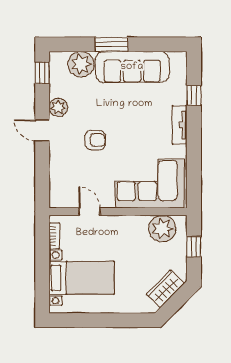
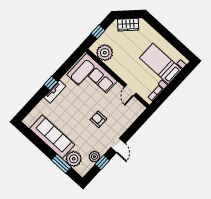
window: (112, 44) -> (61, 164), moved
window: (42, 73) -> (102, 162), moved
window: (194, 95) -> (51, 83), moved
plant: (58, 107) -> (94, 157), moved

